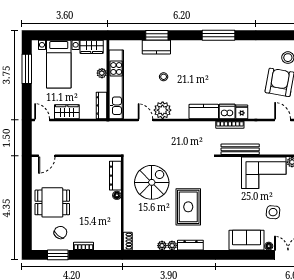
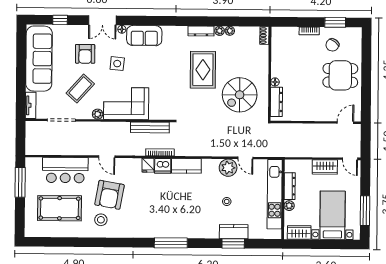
dresser: (101, 105) -> (290, 186), moved

